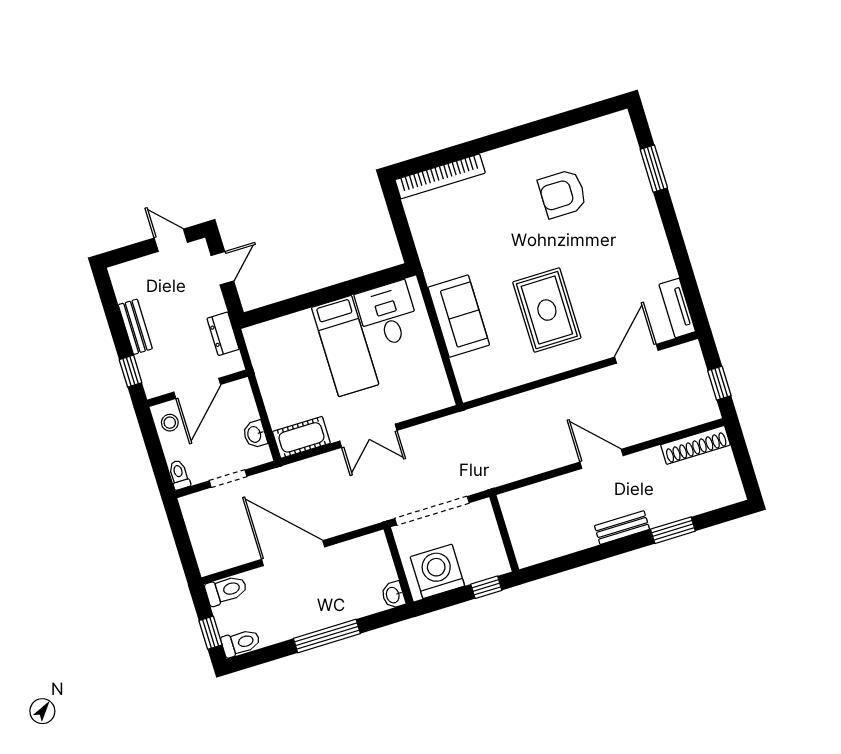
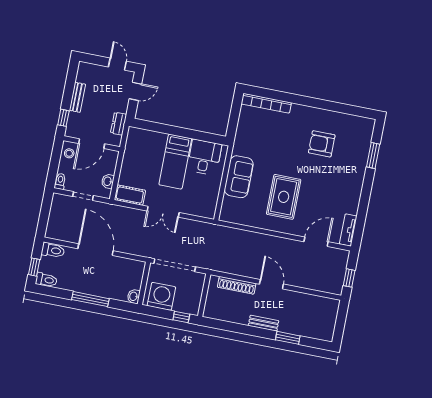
shoe rack: (695, 445) -> (237, 285), moved

